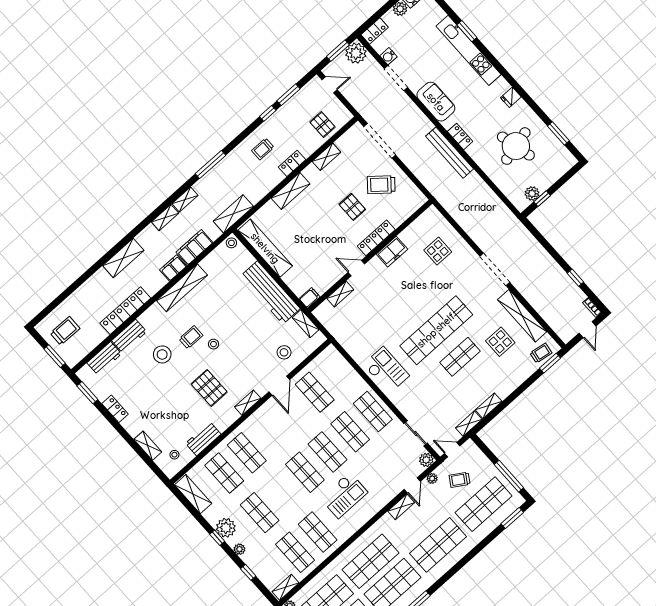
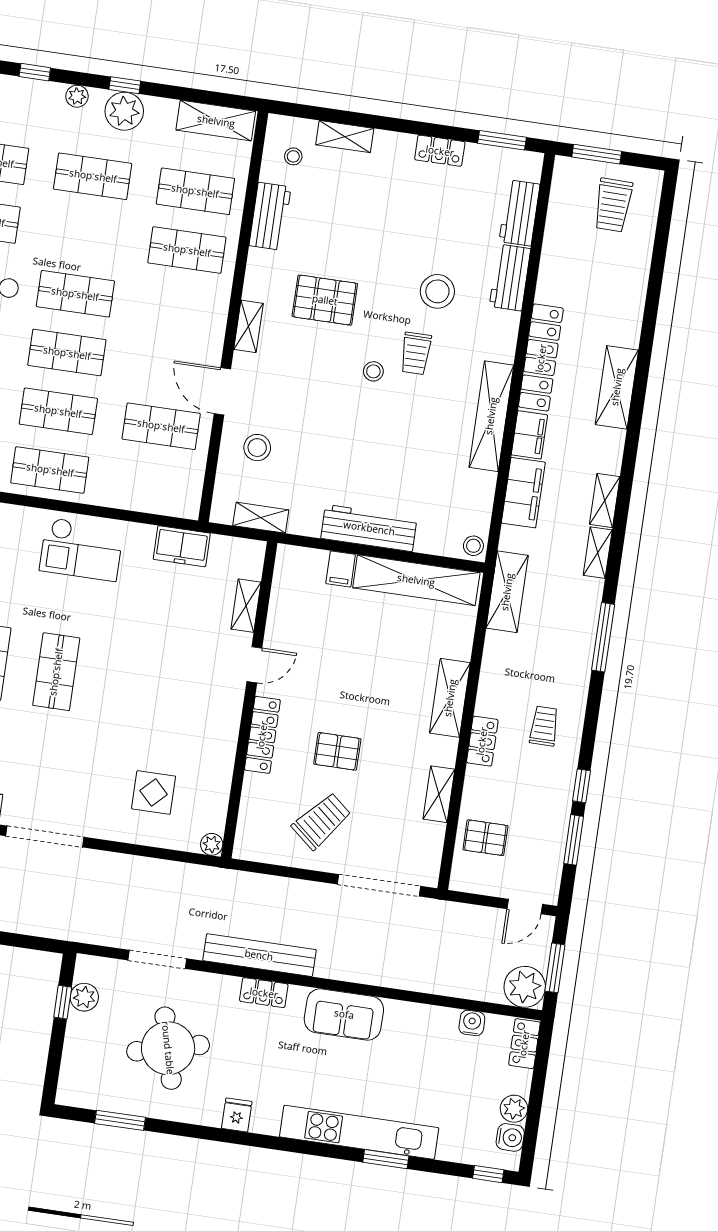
doorway: (396, 78) -> (157, 959), moved
plant: (432, 212) -> (212, 844), added
freezer: (392, 252) -> (182, 546), moved, turned -90
workbench: (270, 292) -> (369, 528), width x0.73, depth x0.76
filing cabinet: (309, 298) -> (341, 569), moved
locker: (125, 311) -> (541, 358), moved
shop shelf: (436, 330) -> (56, 672), width x0.50, depth x0.74

